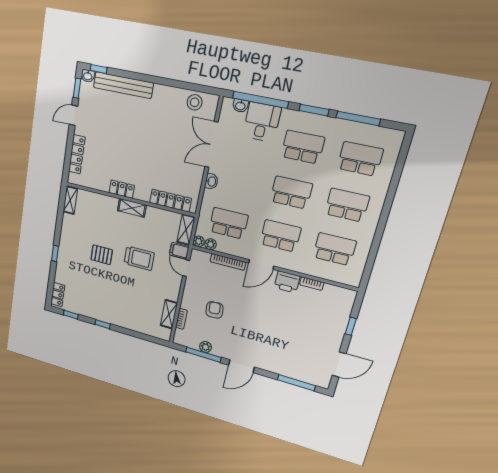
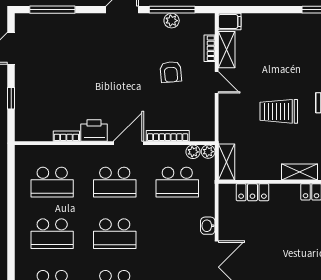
locker: (170, 201) -> (252, 192), width x0.66
filing cabinet: (179, 251) -> (230, 21), moved
door: (186, 268) -> (217, 82), moved

